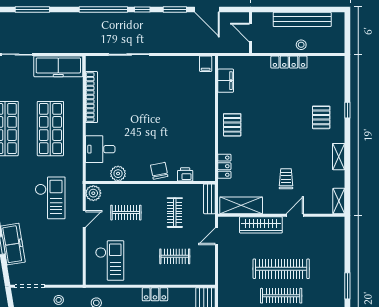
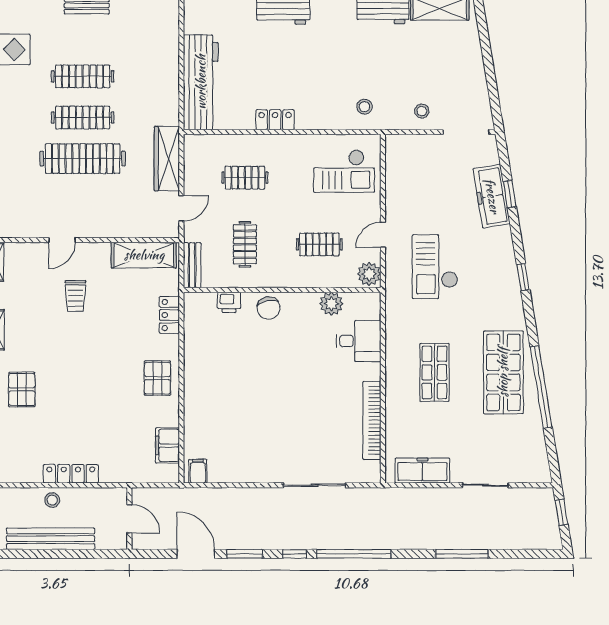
freezer: (58, 66) -> (422, 471), width x0.73, depth x0.79
shop shelf: (50, 129) -> (434, 372), width x0.70, depth x0.74
wardrobe: (261, 225) -> (167, 159), moved, turned -90
checkout: (110, 261) -> (344, 171), turned -90

